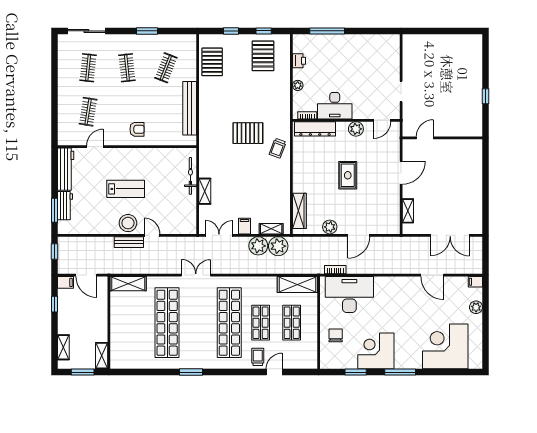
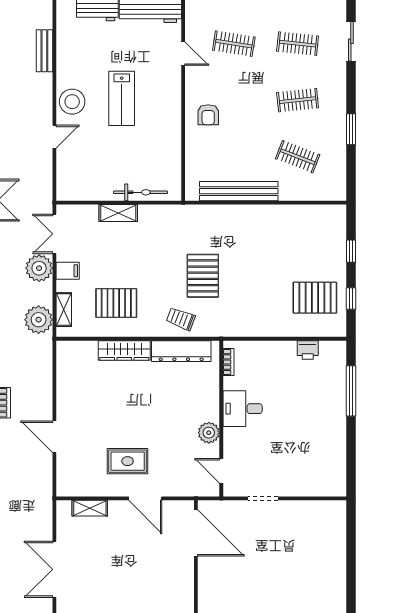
sliding door: (86, 31) -> (351, 41), width x0.73
pallet: (212, 62) -> (116, 303), moved
plant: (298, 85) -> (272, 348), removed
desk: (335, 106) -> (243, 409), width x0.73
dresser: (315, 129) -> (181, 351), moved, turned -90
door: (425, 138) -> (196, 533), width x1.87
rug: (348, 175) -> (128, 461), moved
wardrobe: (299, 211) -> (124, 351), moved
plant: (330, 227) -> (66, 395), removed
double door: (219, 235) -> (54, 234), swing flipped
bench: (129, 242) -> (44, 51), moved
plant: (258, 246) -> (39, 268), moved

